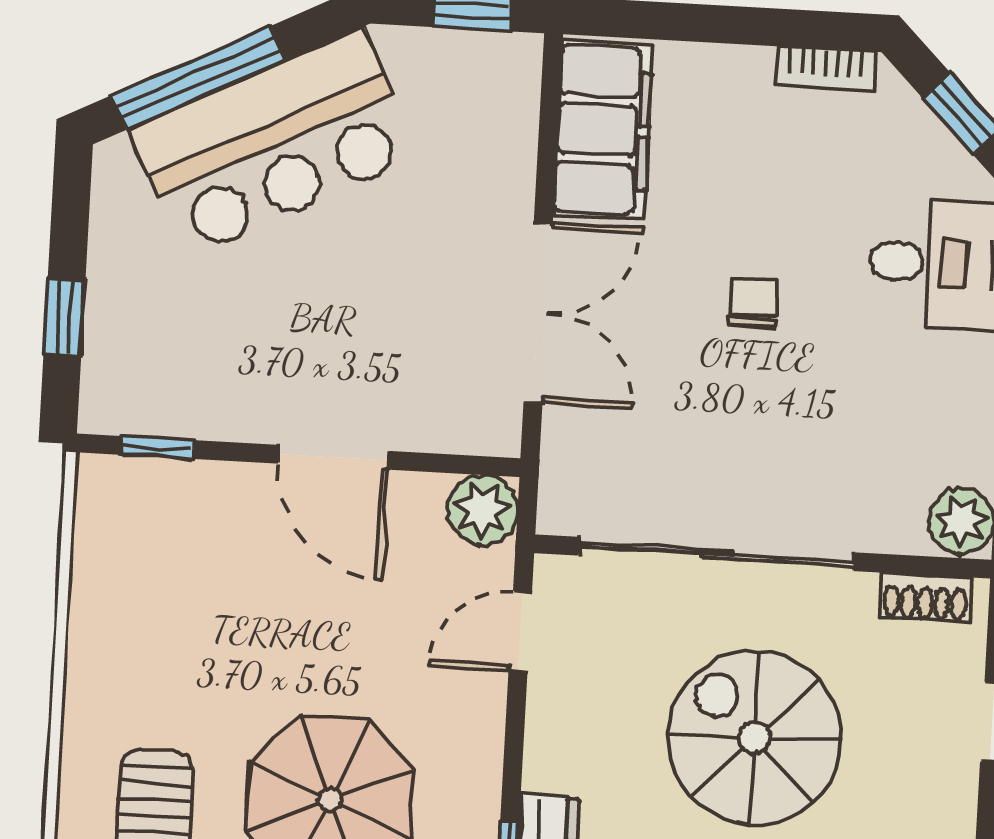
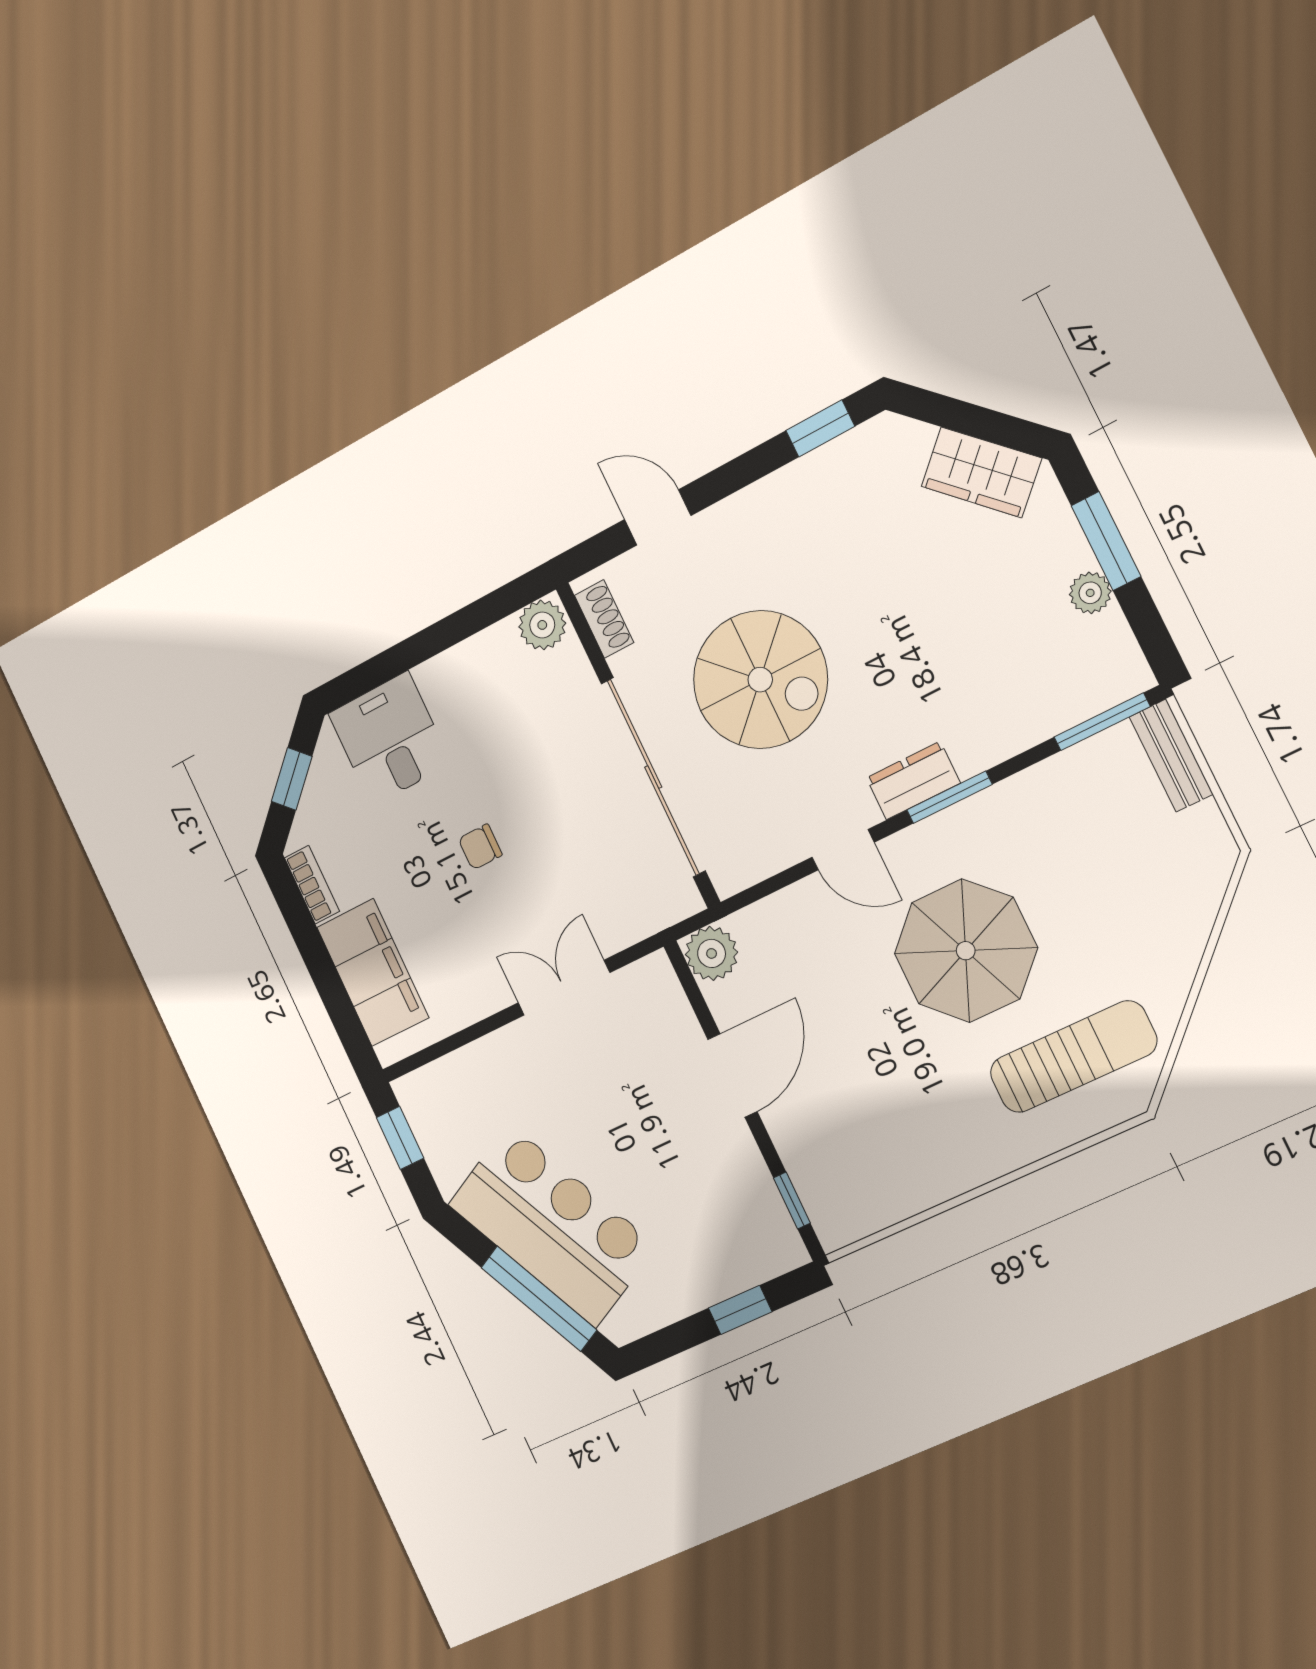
filing cabinet: (603, 130) -> (373, 972), moved, turned 90
double door: (538, 313) -> (564, 988), width x0.73
door: (520, 631) -> (843, 850), moved
spiral stairs: (754, 738) -> (760, 680), turned -90

